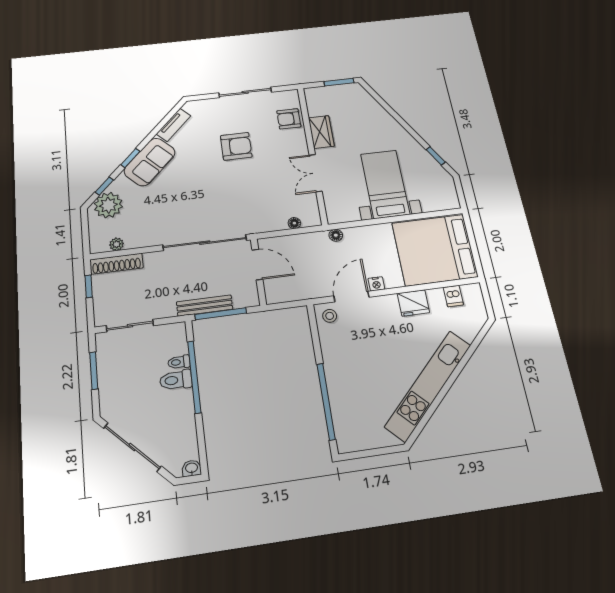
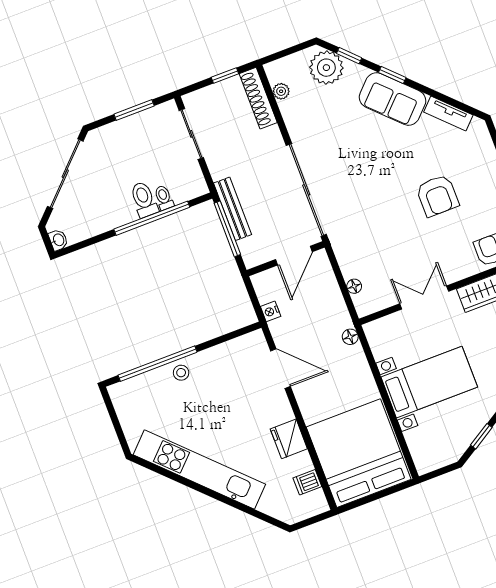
nightstand: (376, 284) -> (271, 311), moved
stool: (330, 316) -> (181, 373), moved

